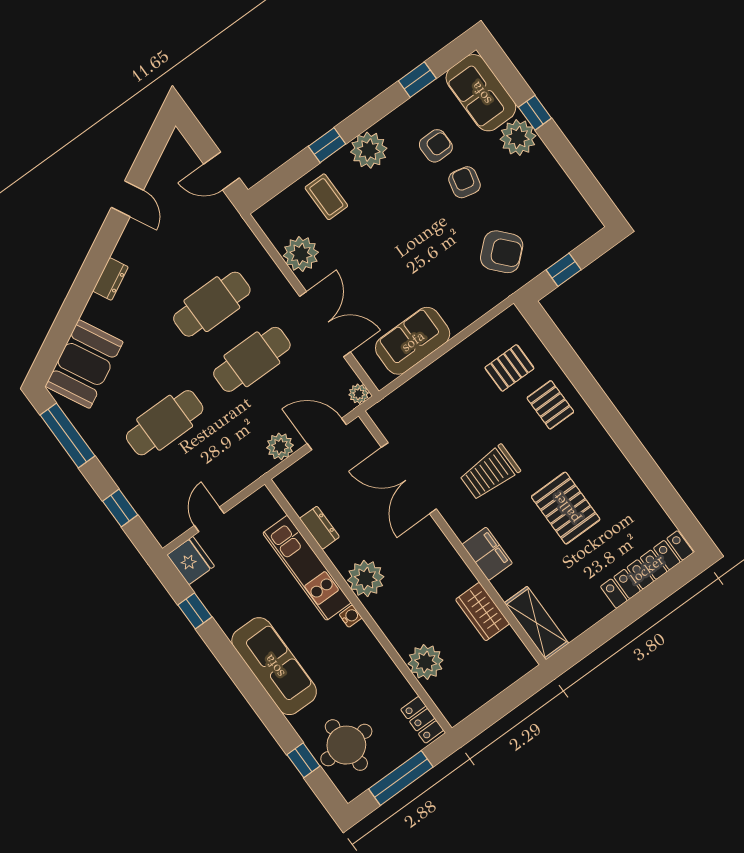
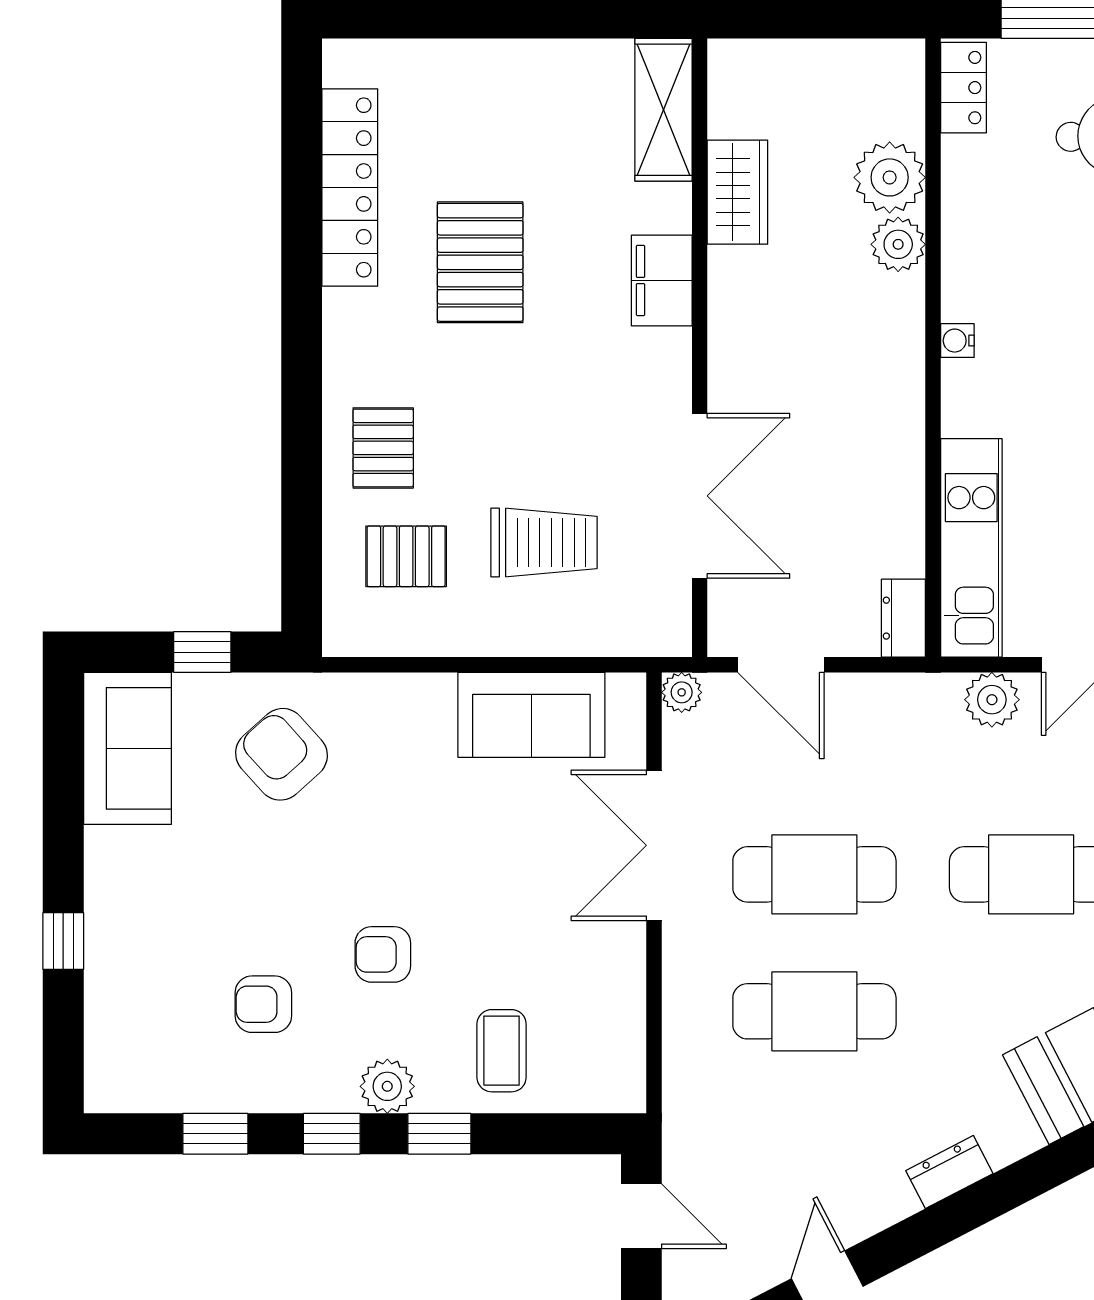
sofa: (481, 93) -> (127, 748), moved
window: (370, 114) -> (332, 1134), added
plant: (518, 138) -> (120, 921), removed
plant: (369, 150) -> (387, 1086), width x0.73, depth x0.73
armchair: (464, 182) -> (383, 954), moved, turned 77
plant: (301, 254) -> (611, 988), removed
plant: (280, 446) -> (992, 700), moved
trolley: (490, 473) -> (544, 542), moved
dresser: (320, 528) -> (903, 618), moved
kitchen unit: (307, 568) -> (971, 548), moved
locker: (647, 569) -> (350, 187), moved, turned -90
plant: (366, 578) -> (898, 244), moved, width x0.73, depth x0.73

